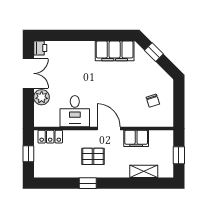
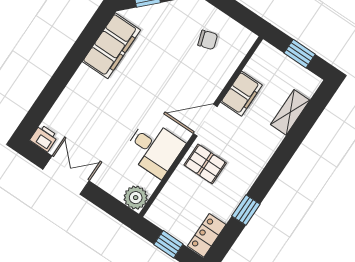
plant: (42, 97) -> (136, 198), moved
locker: (50, 137) -> (207, 235), moved, turned 180
pallet: (93, 156) -> (205, 164), moved, turned 90
window: (88, 183) -> (246, 210), moved

